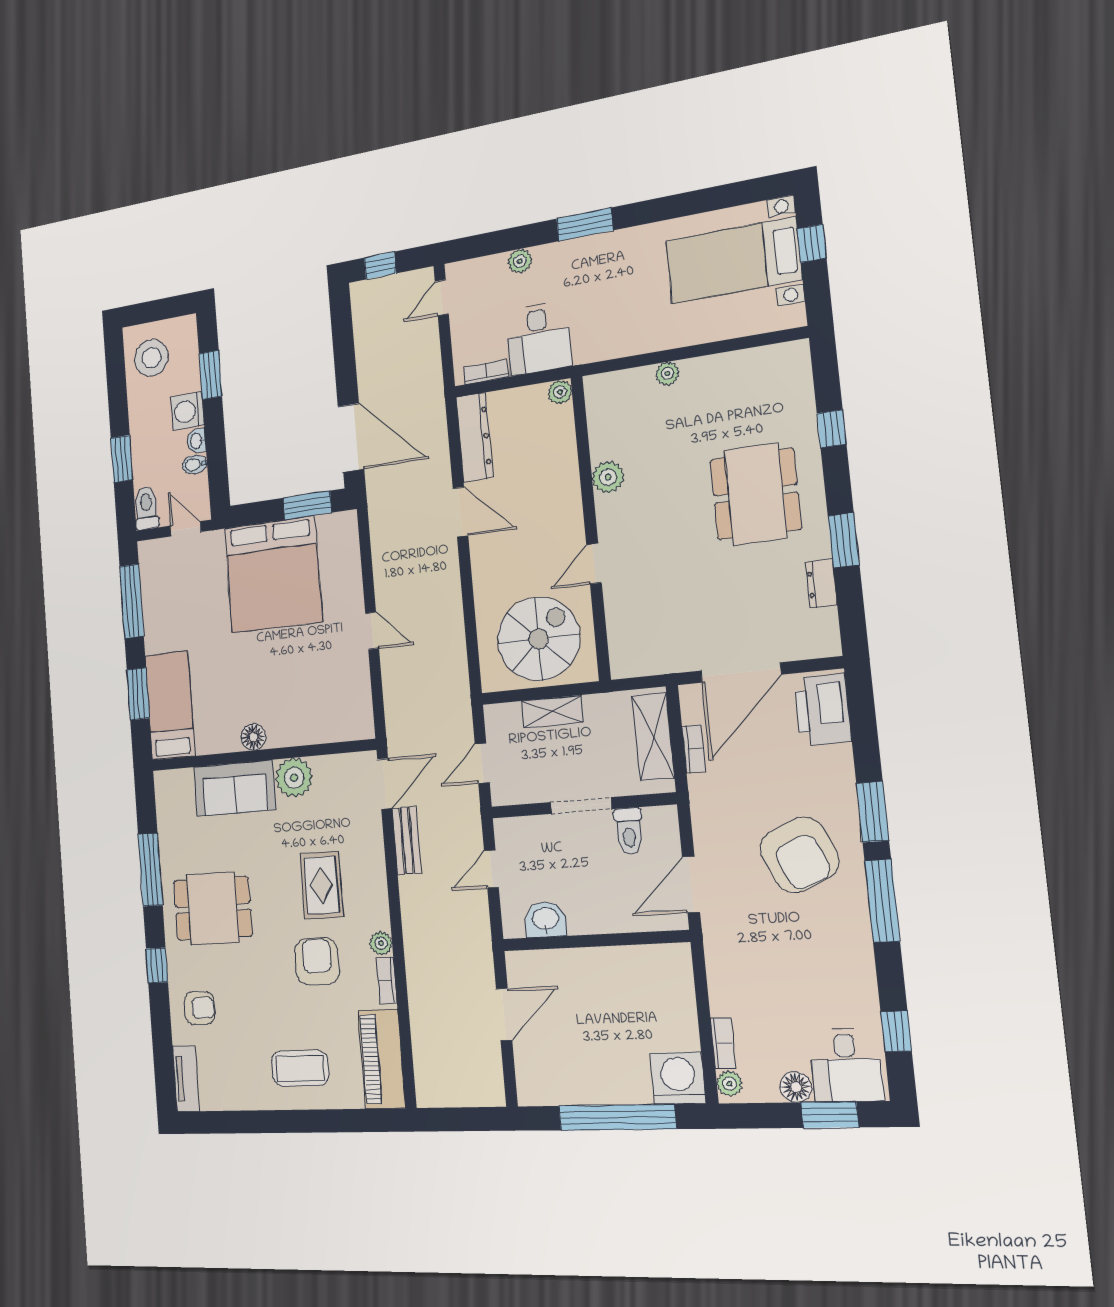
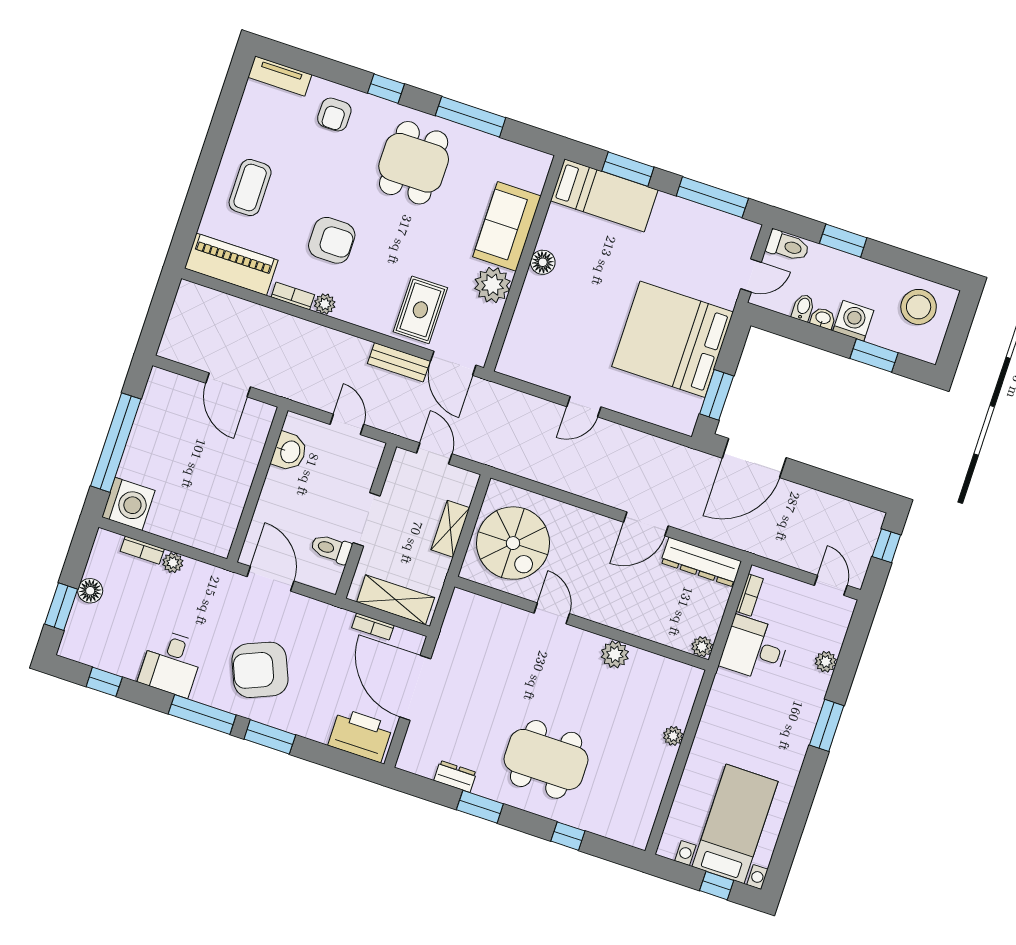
rug: (322, 885) -> (420, 310), moved, turned 90
desk: (846, 1065) -> (171, 663), moved, turned -90
plant: (729, 1084) -> (173, 563), moved

